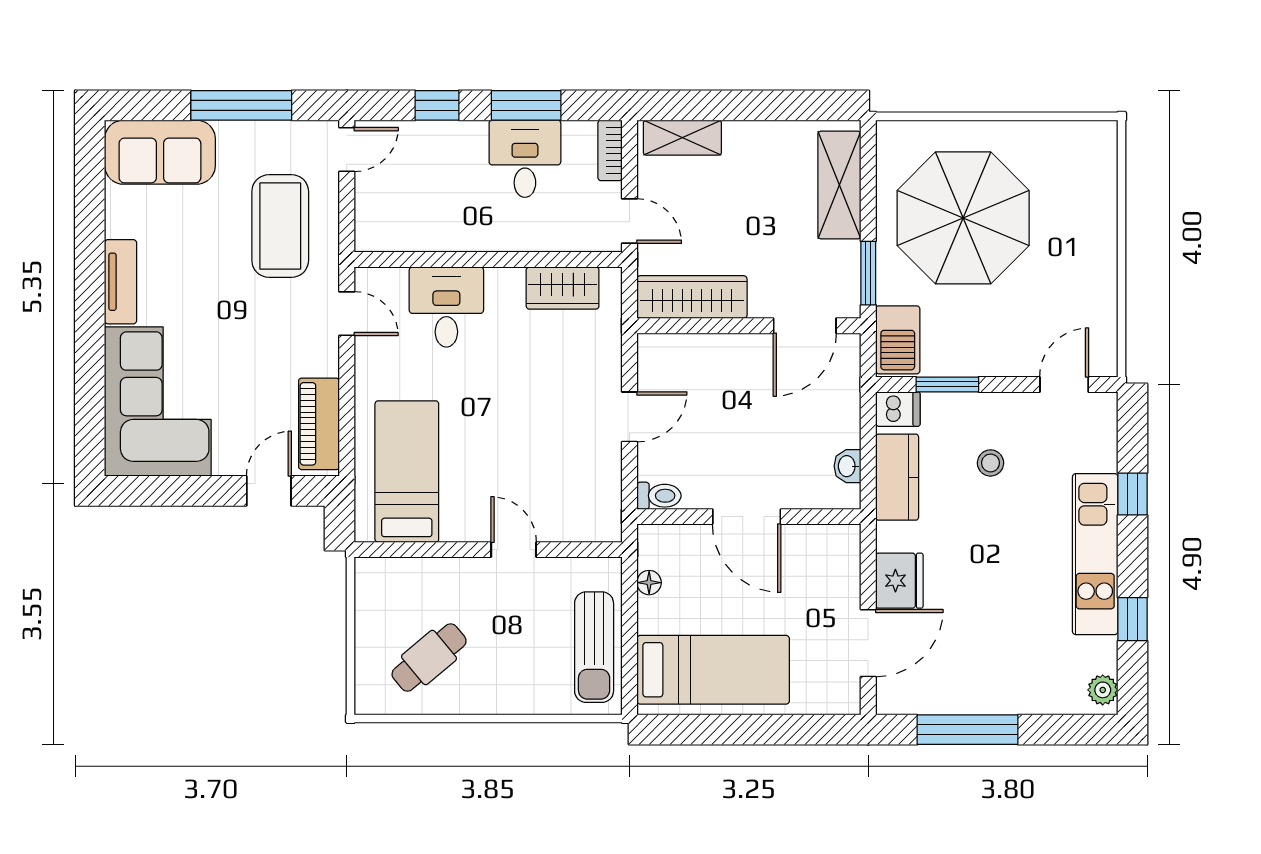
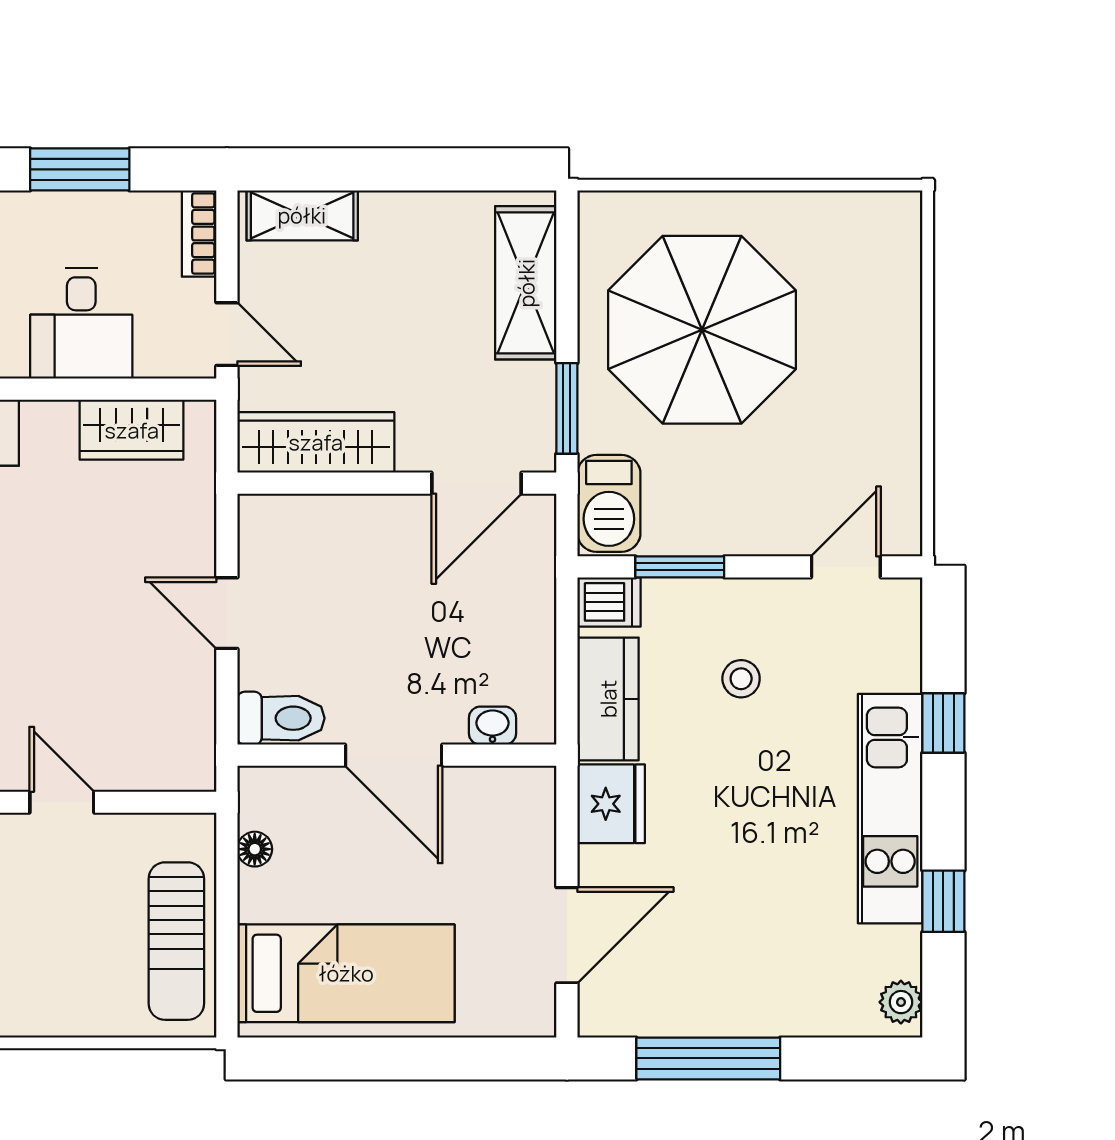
desk: (525, 159) -> (81, 324), moved, turned 180
door: (630, 417) -> (227, 613), swing flipped
washbasin: (847, 466) -> (492, 726), moved, turned 90
toilet: (659, 496) -> (281, 718), width x1.37, depth x1.39
fridge: (899, 581) -> (611, 804), moved

